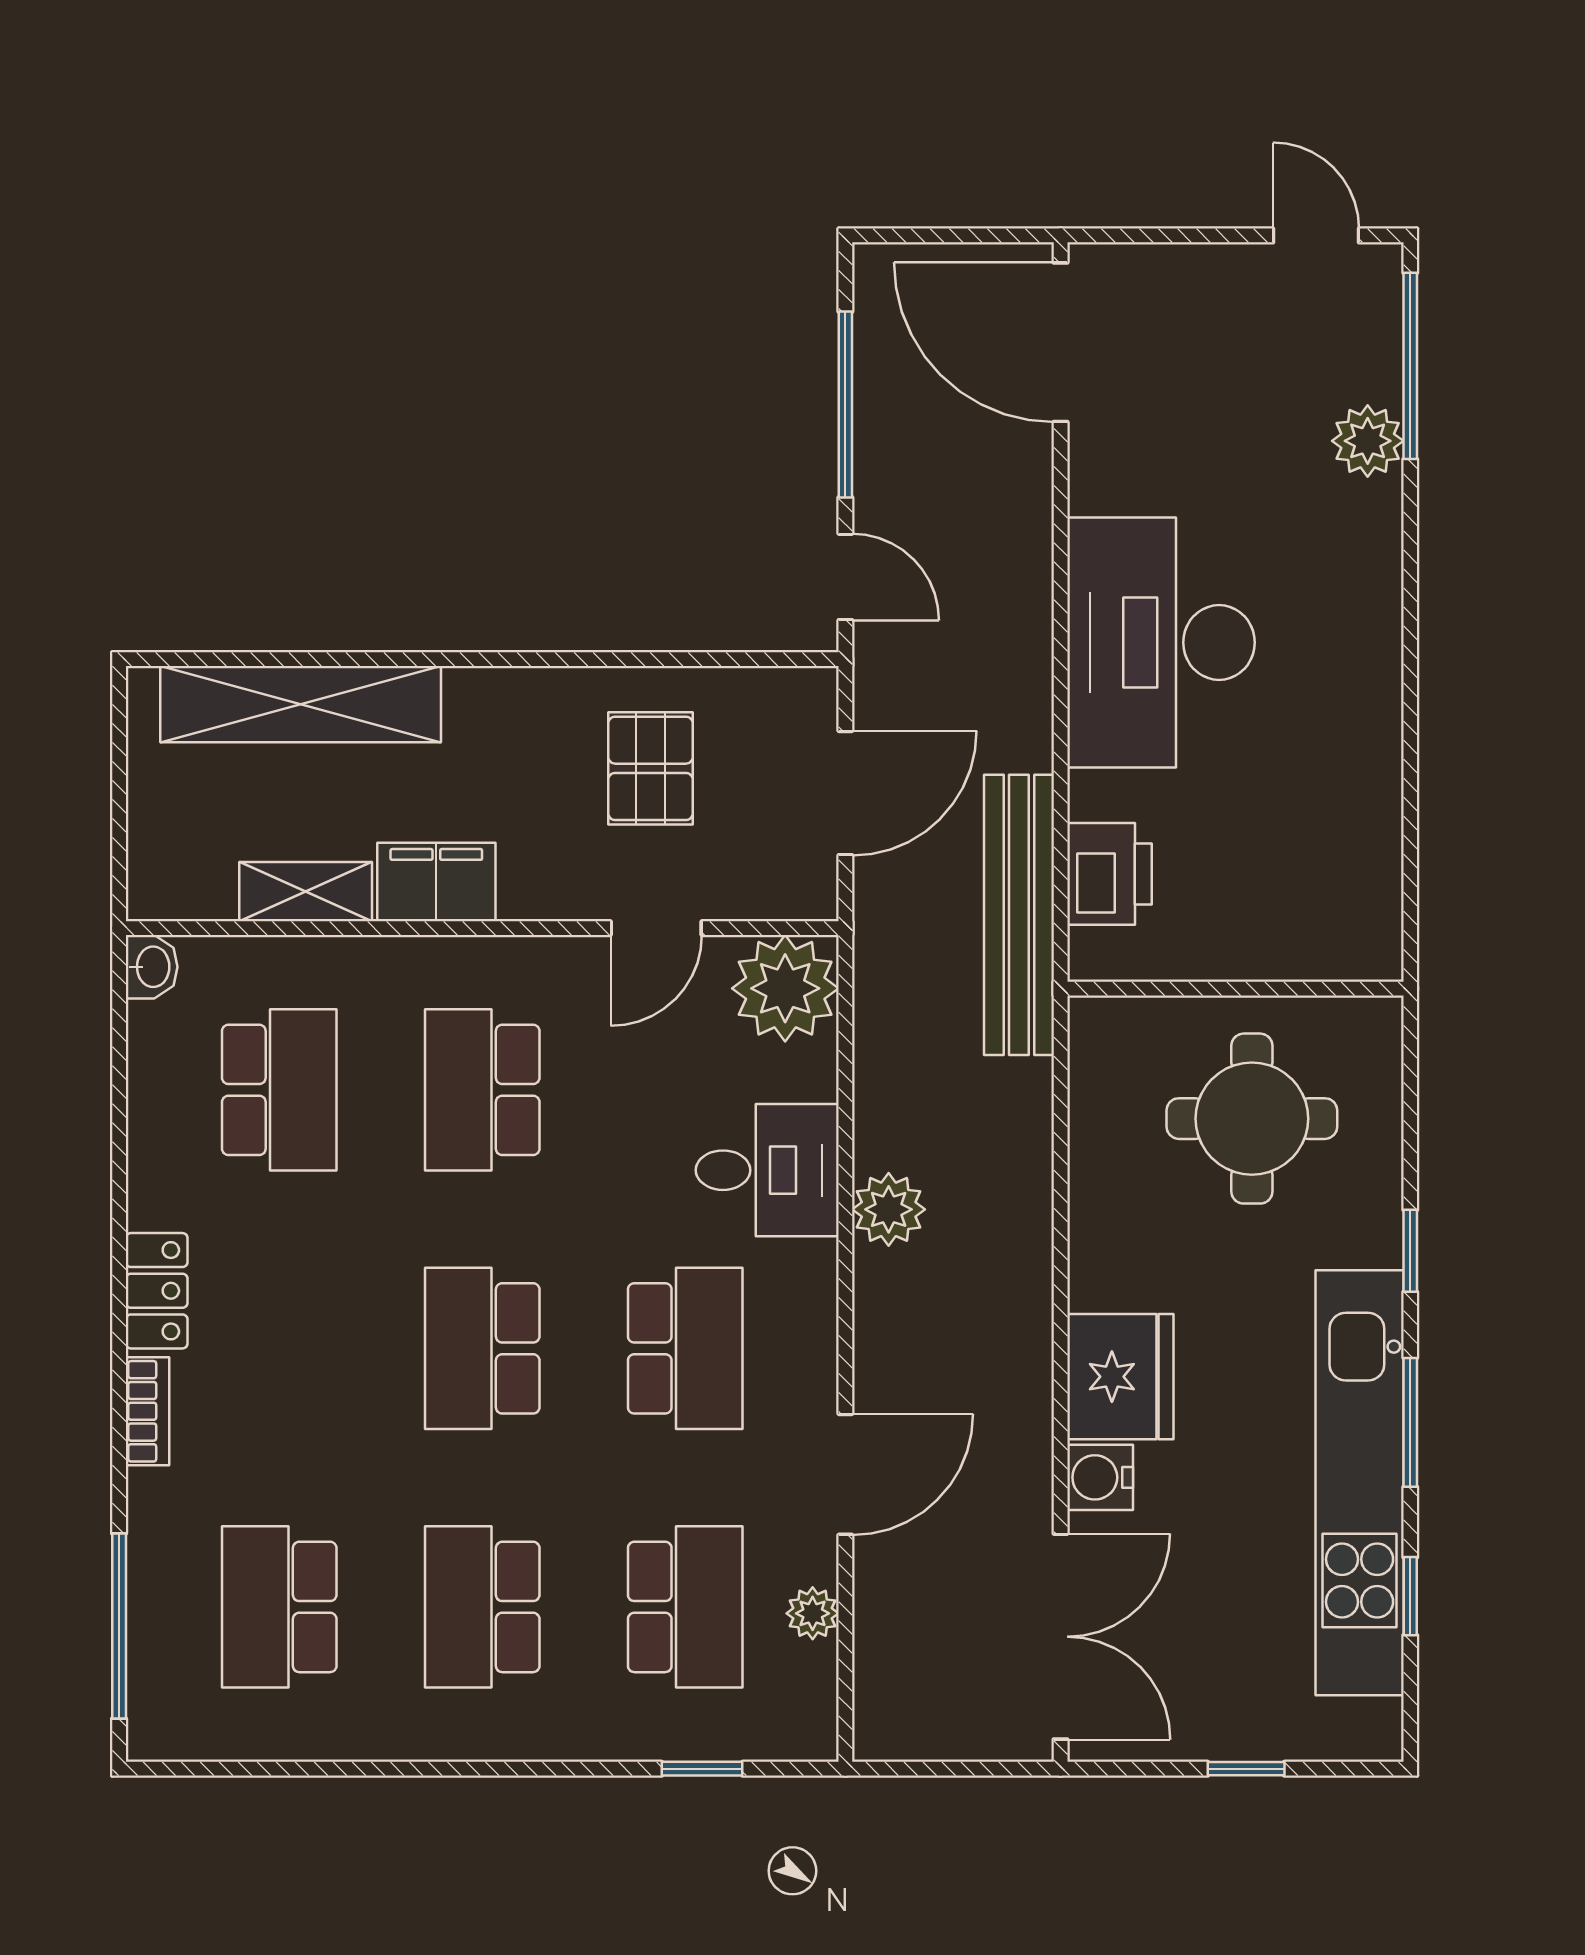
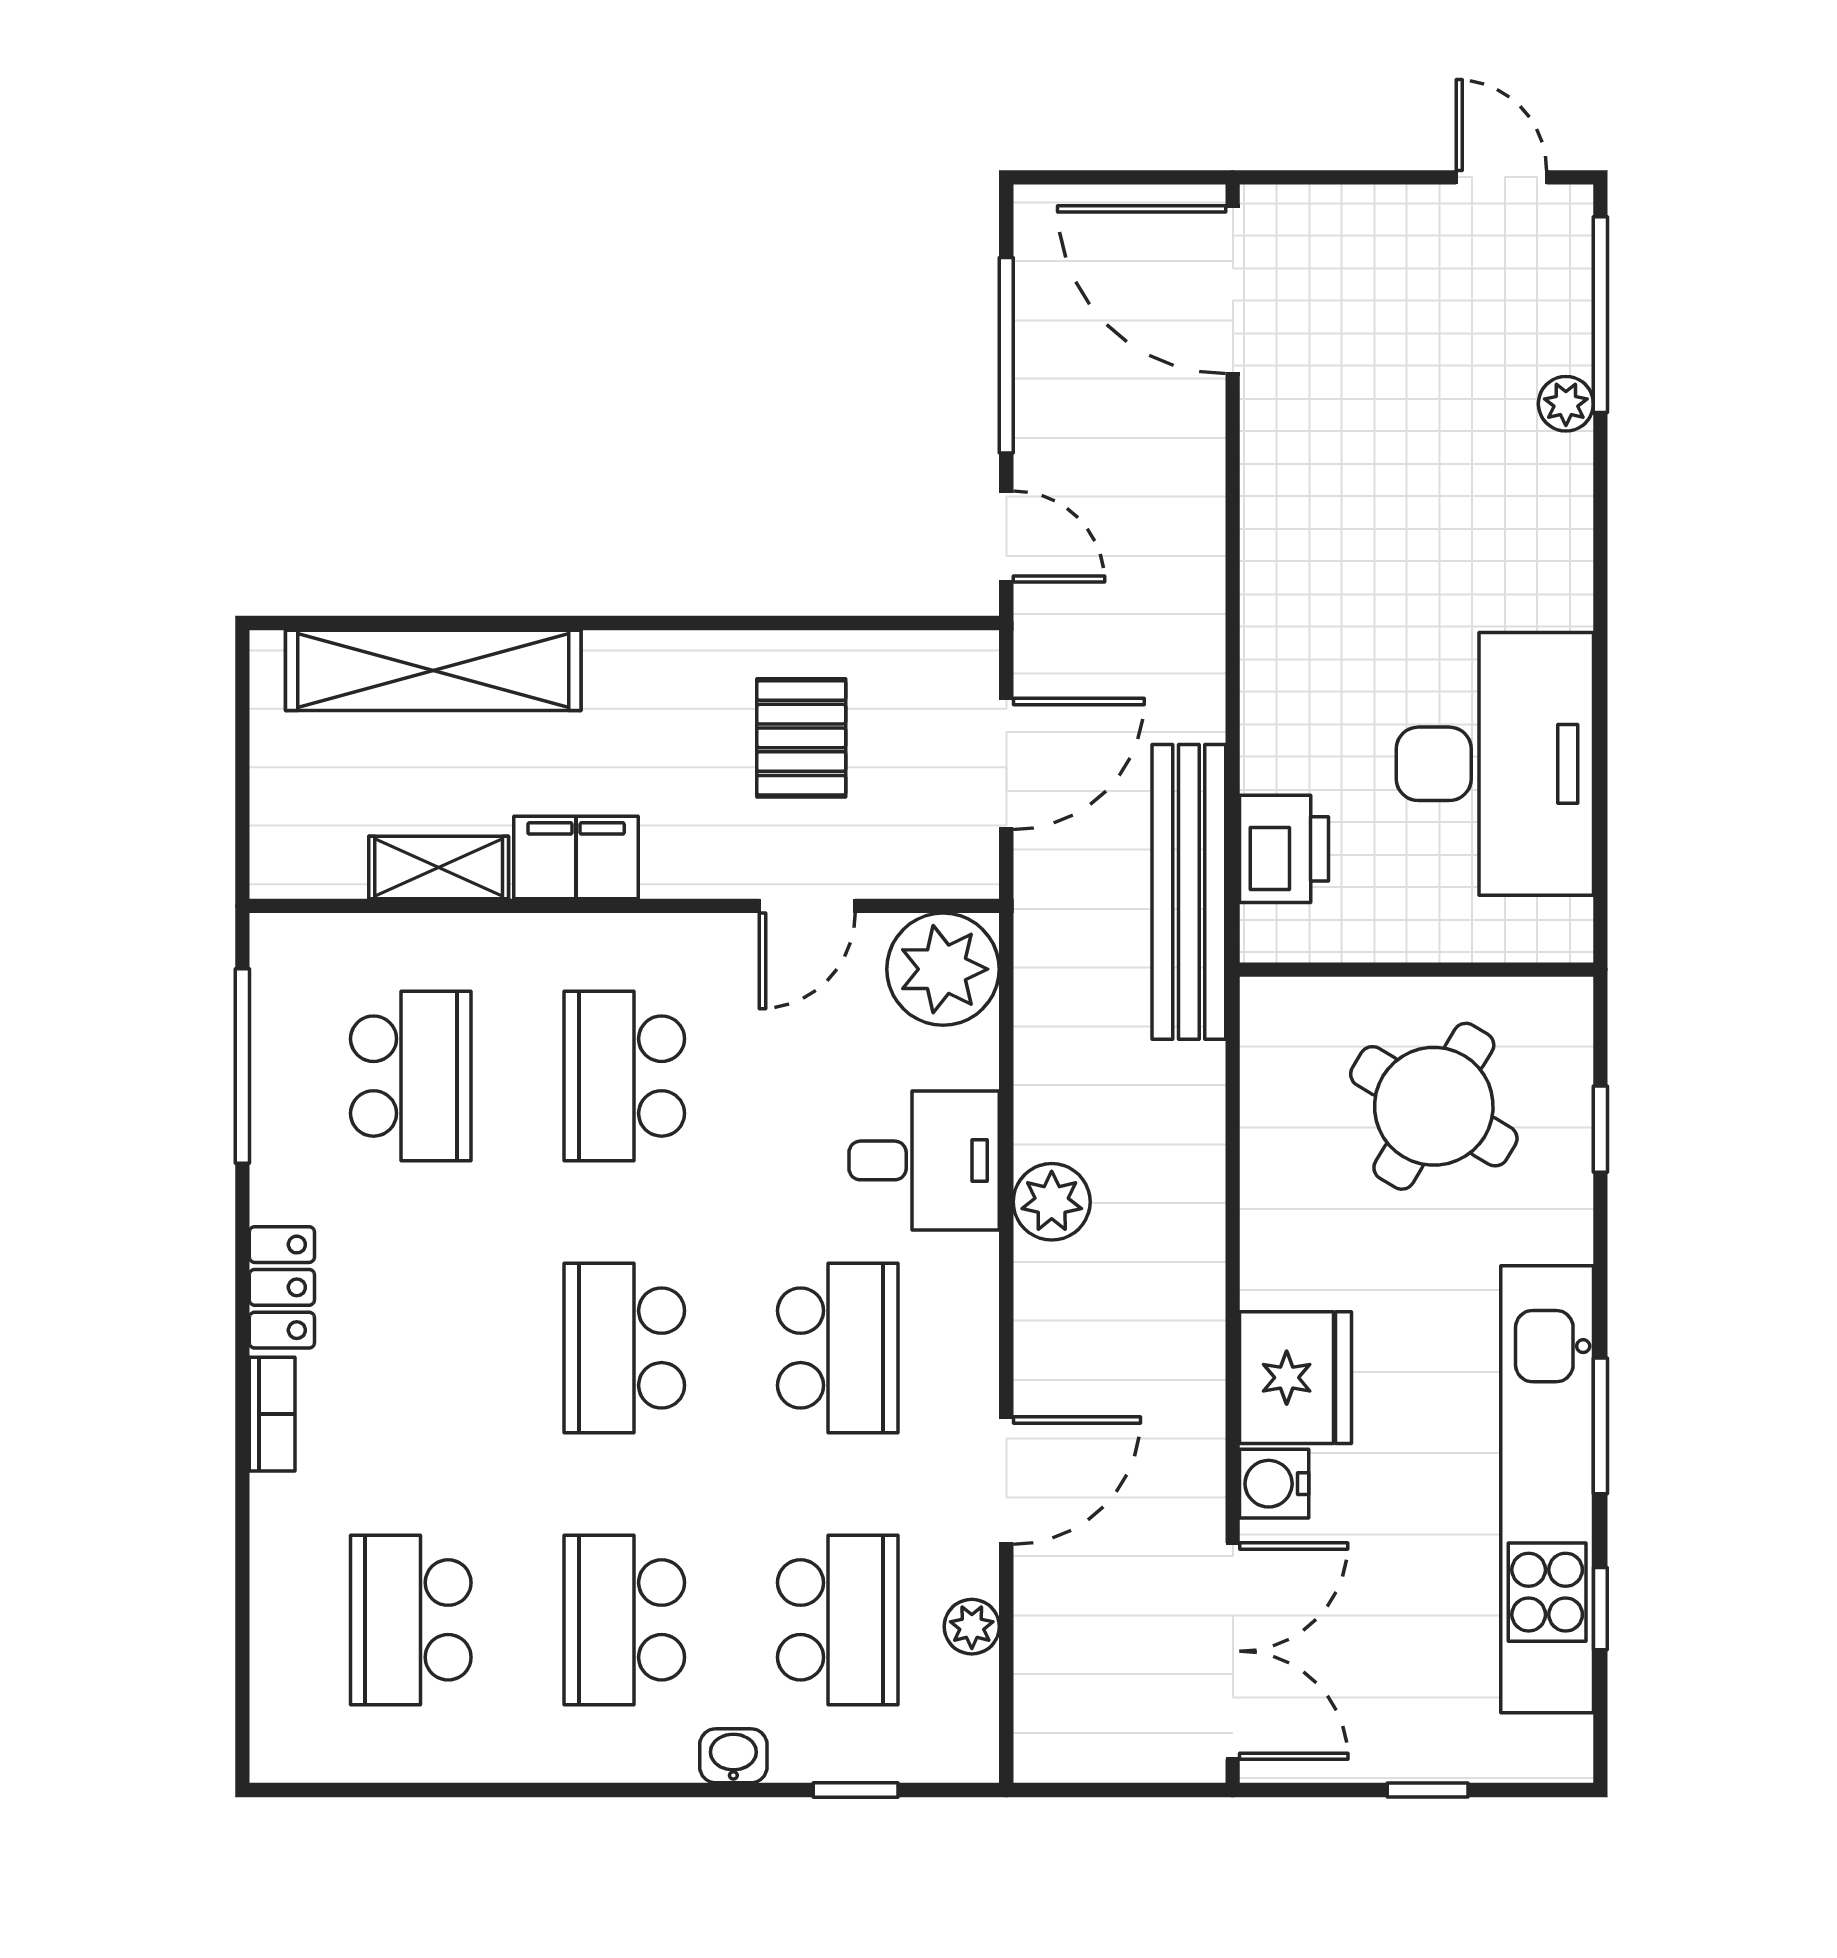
plant: (1368, 441) -> (1566, 404), width x0.73, depth x0.73
desk: (1161, 642) -> (1495, 764), moved, turned 180
washbasin: (152, 967) -> (733, 1756), moved, turned -90
round table: (1252, 1119) -> (1434, 1106), turned 31
window: (1410, 1251) -> (1600, 1129), moved
window: (119, 1626) -> (242, 1066), moved

